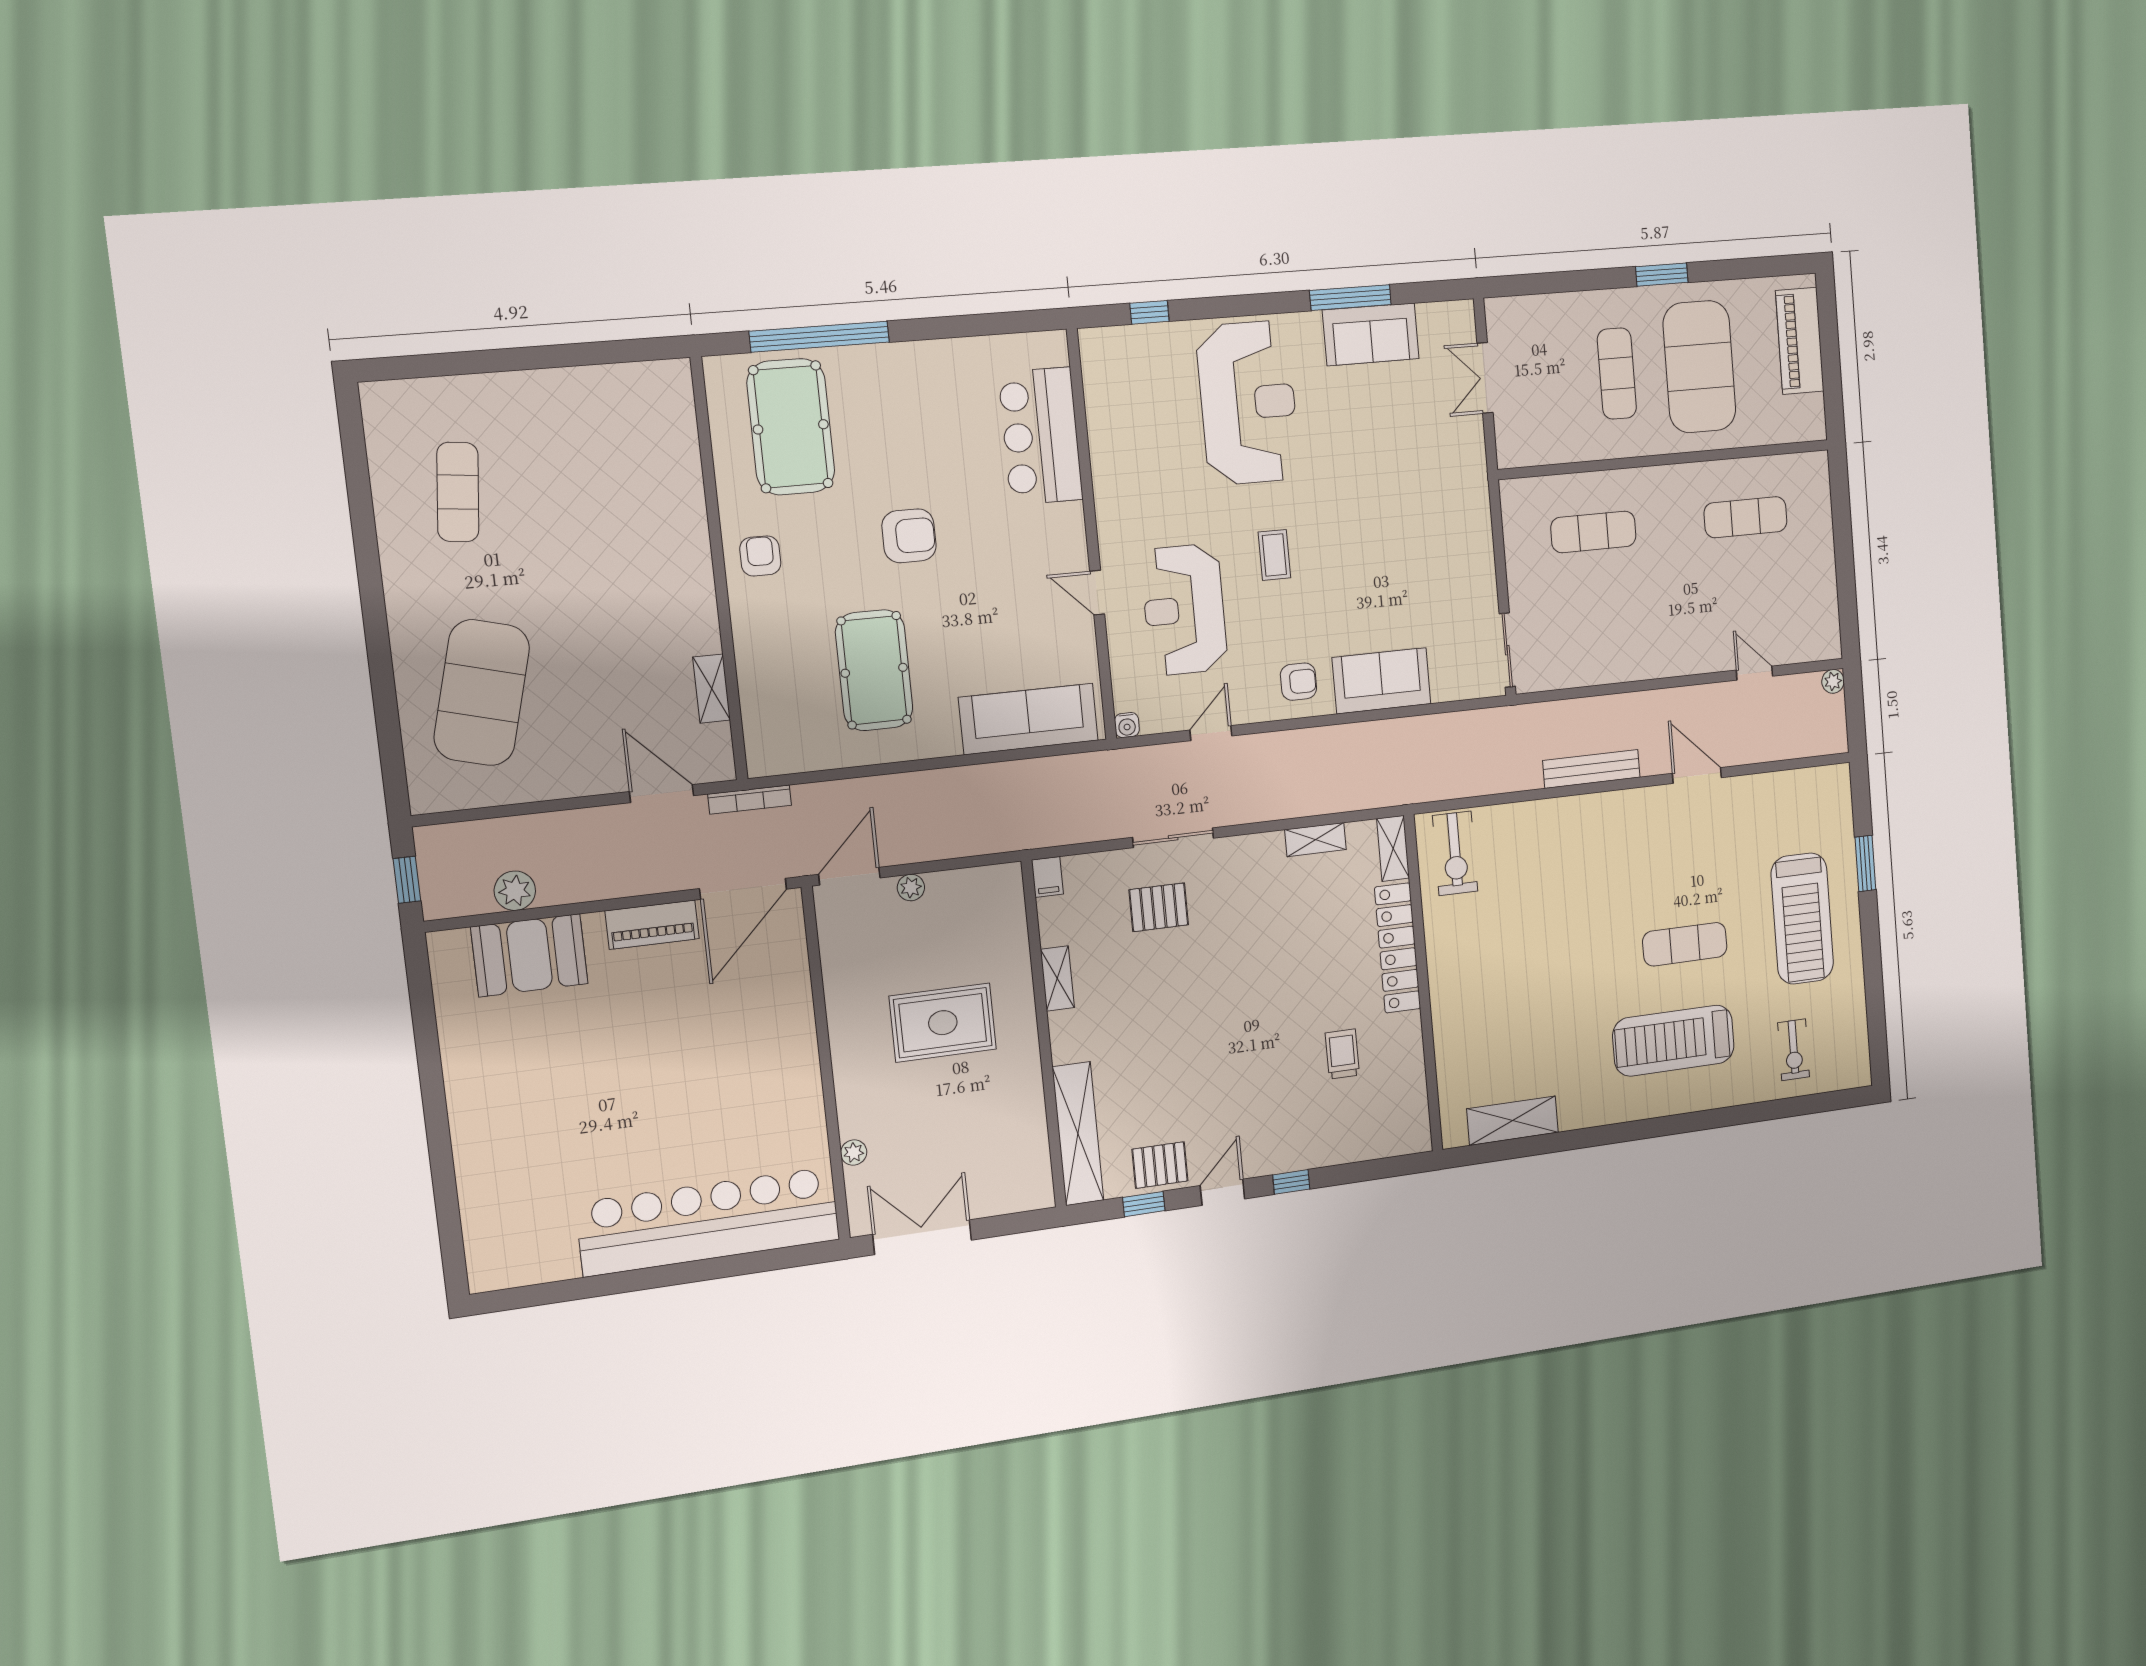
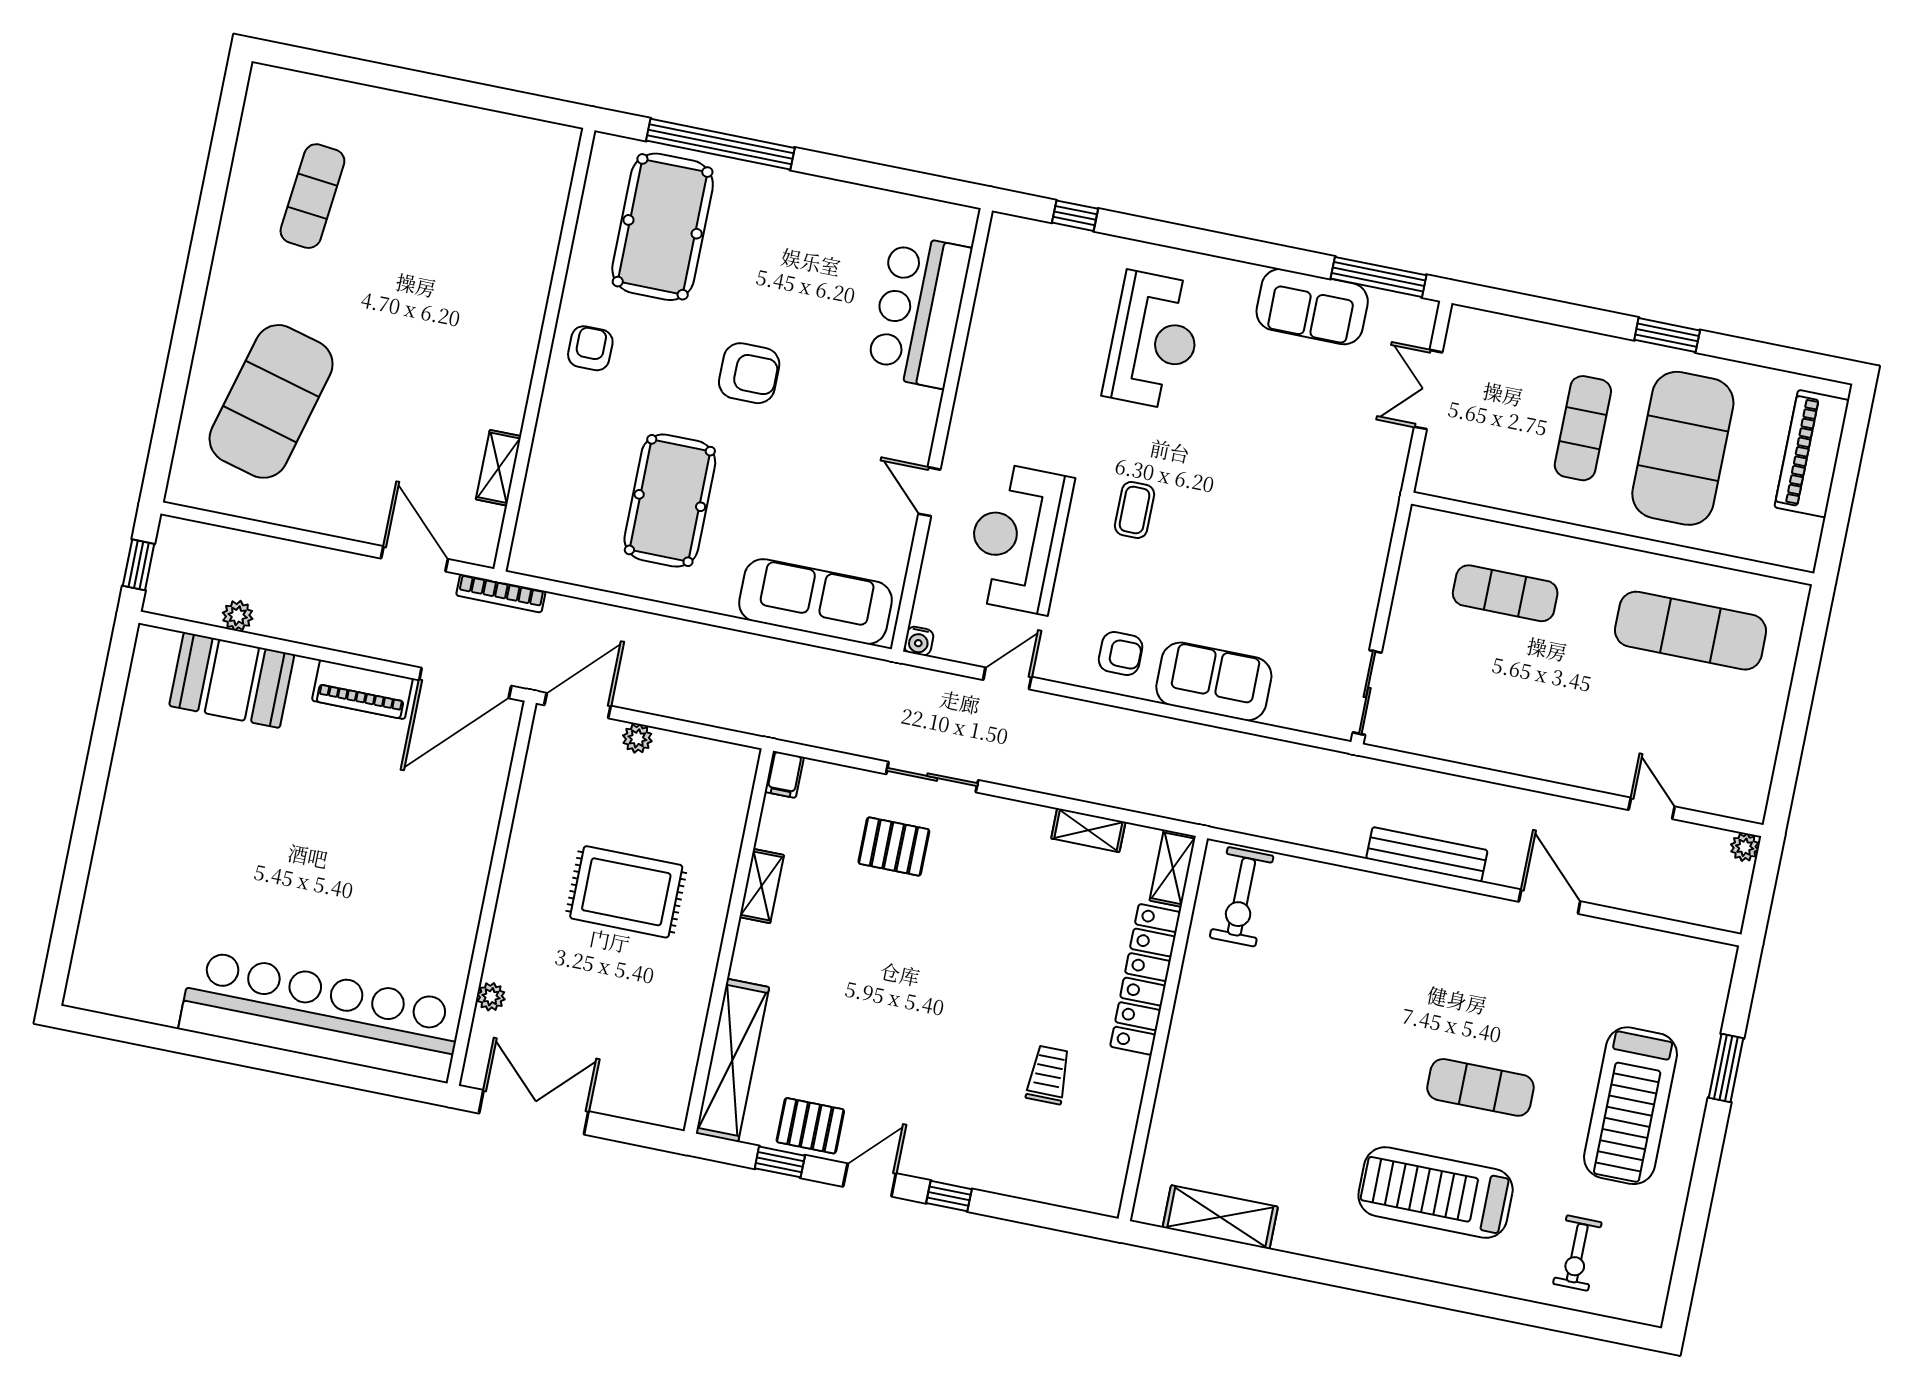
window: (1350, 298) -> (1379, 277), moved
reception desk: (1248, 403) -> (1154, 341), width x0.74, depth x0.77
exercise mat: (1745, 517) -> (1691, 631), width x1.36, depth x1.45
plant: (515, 891) -> (238, 616), width x0.73, depth x0.73

